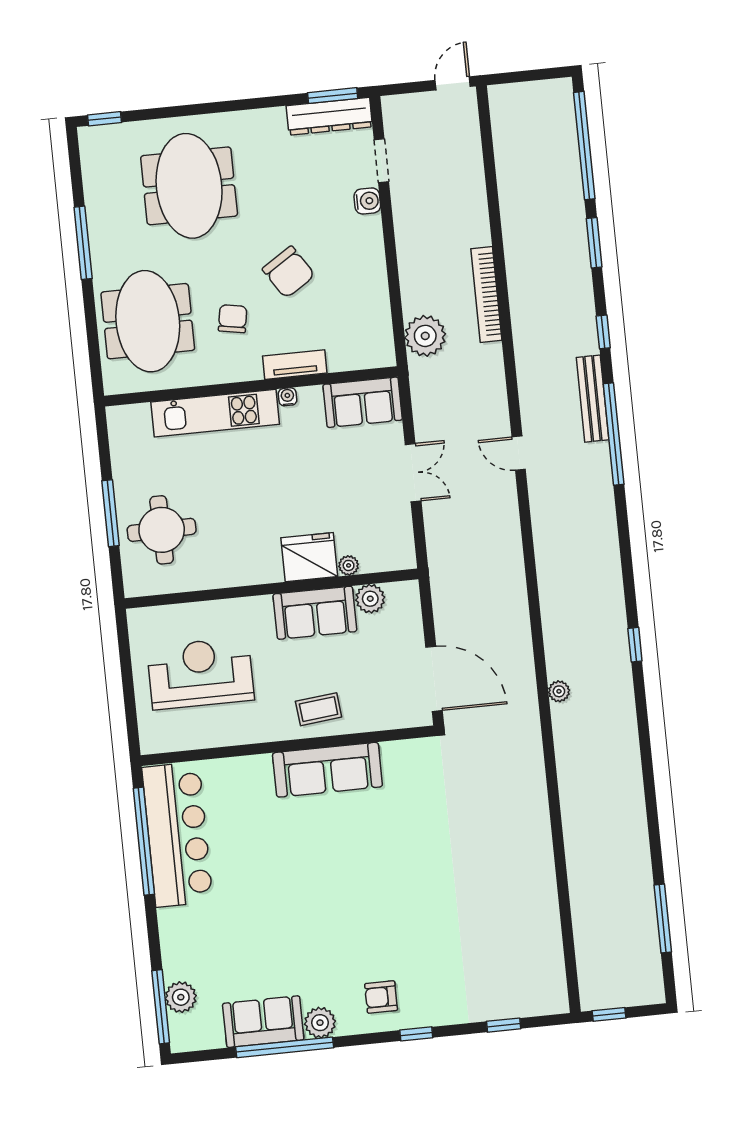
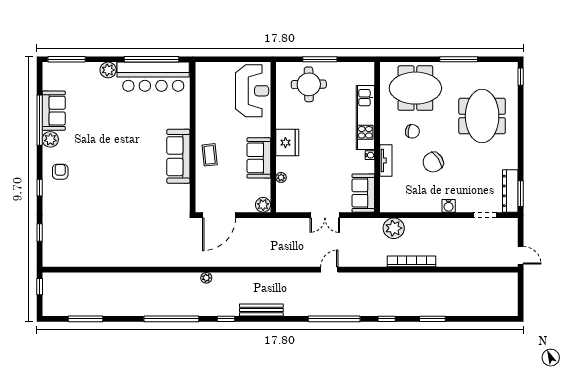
window: (584, 146) -> (171, 319), moved
meeting table: (189, 186) -> (482, 116), turned 90
water cooler: (367, 201) -> (449, 206), moved
bench: (593, 399) -> (261, 310), moved
fridge: (309, 557) -> (287, 143), moved
plant: (370, 599) -> (263, 205), moved
reception desk: (200, 673) -> (252, 91), moved
plant: (181, 997) -> (108, 70), moved

